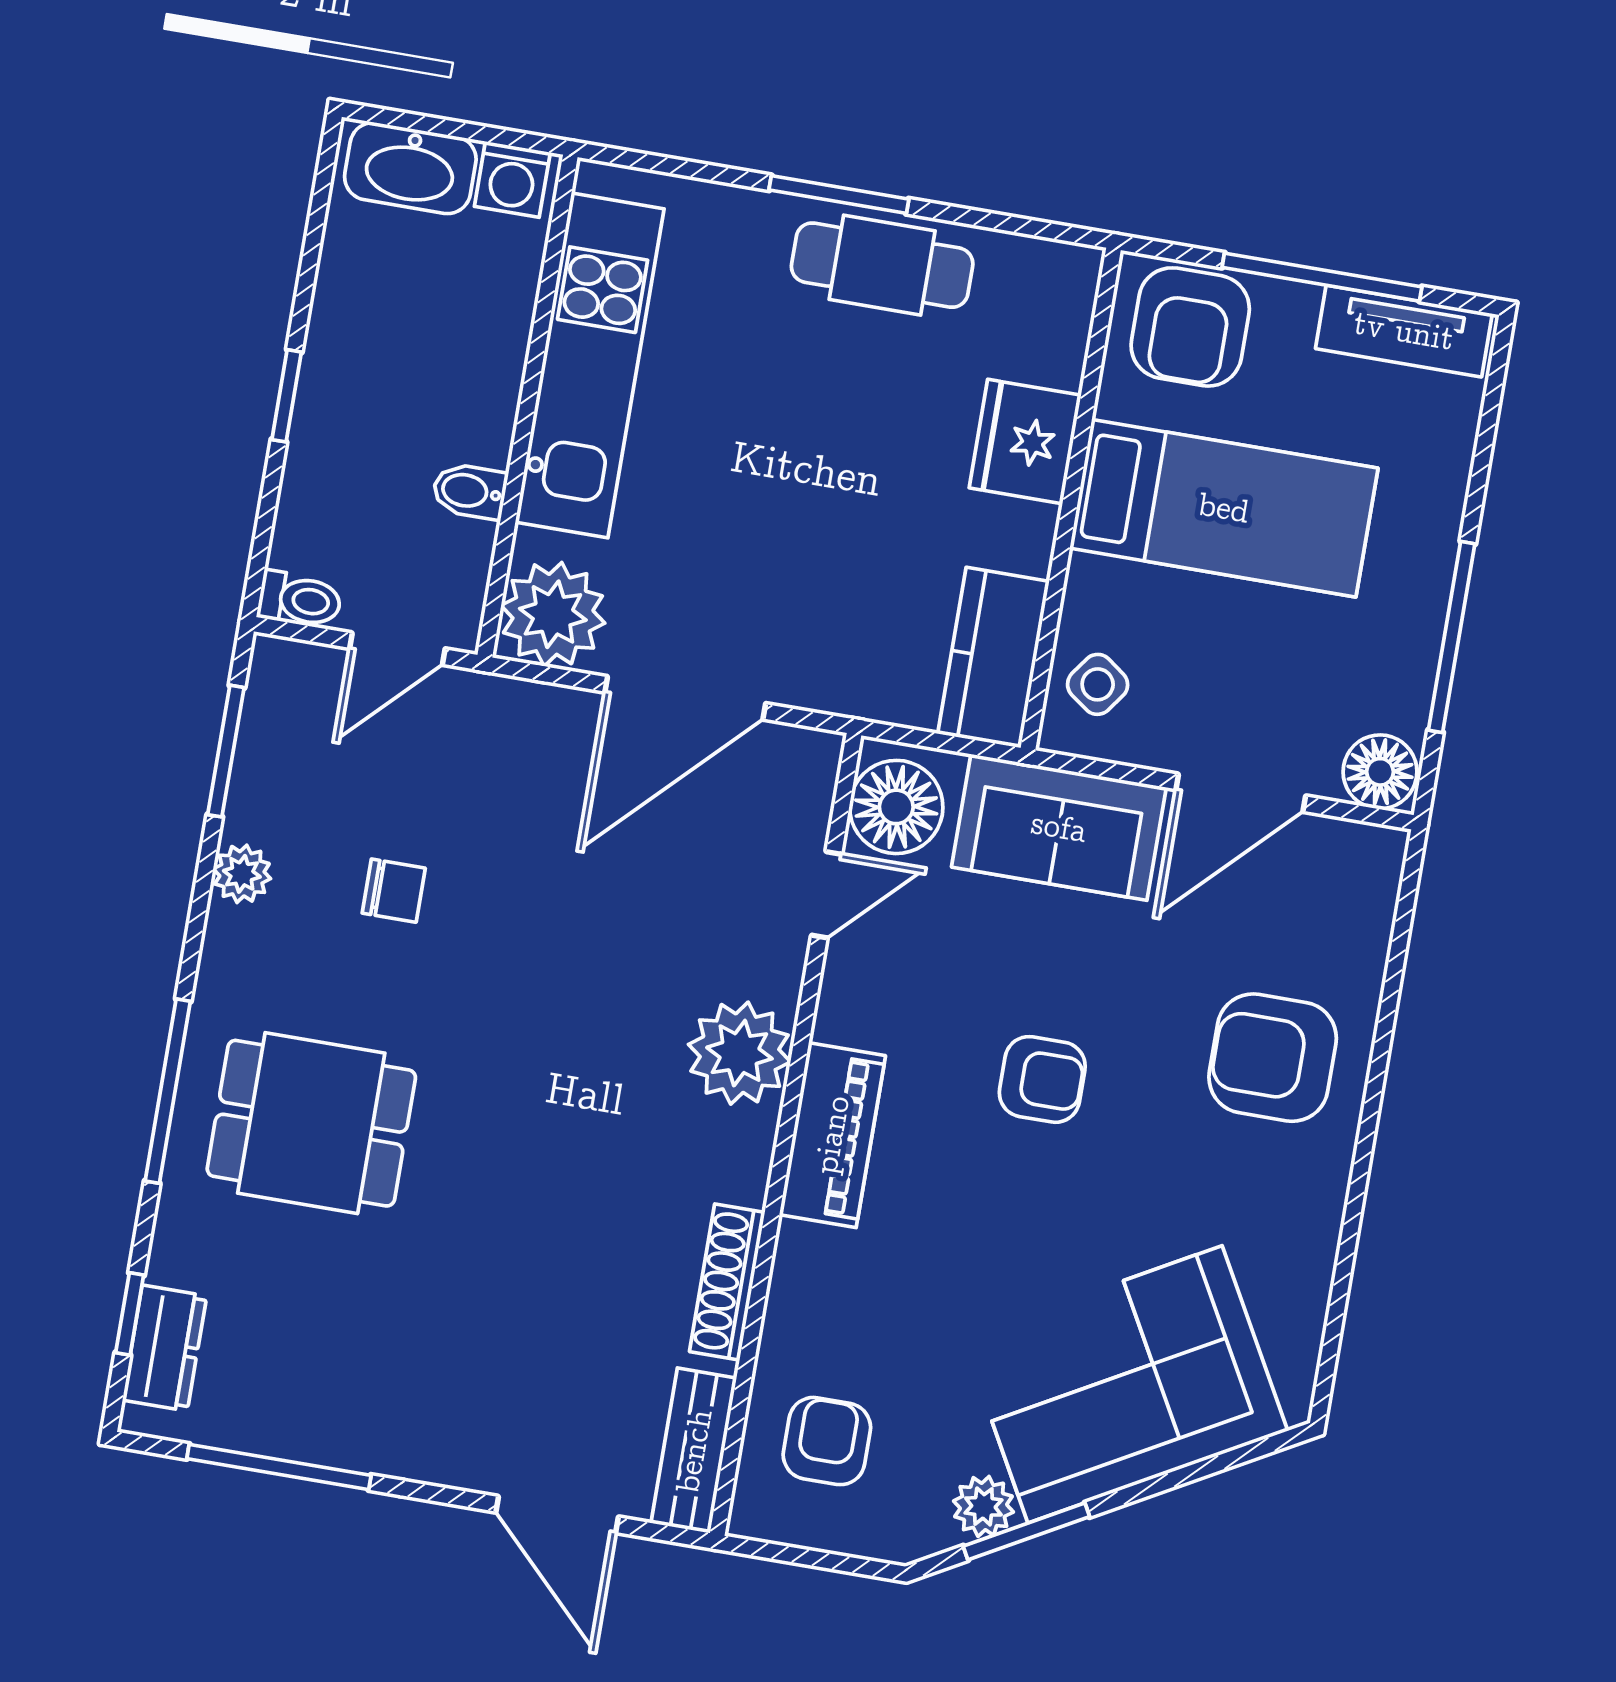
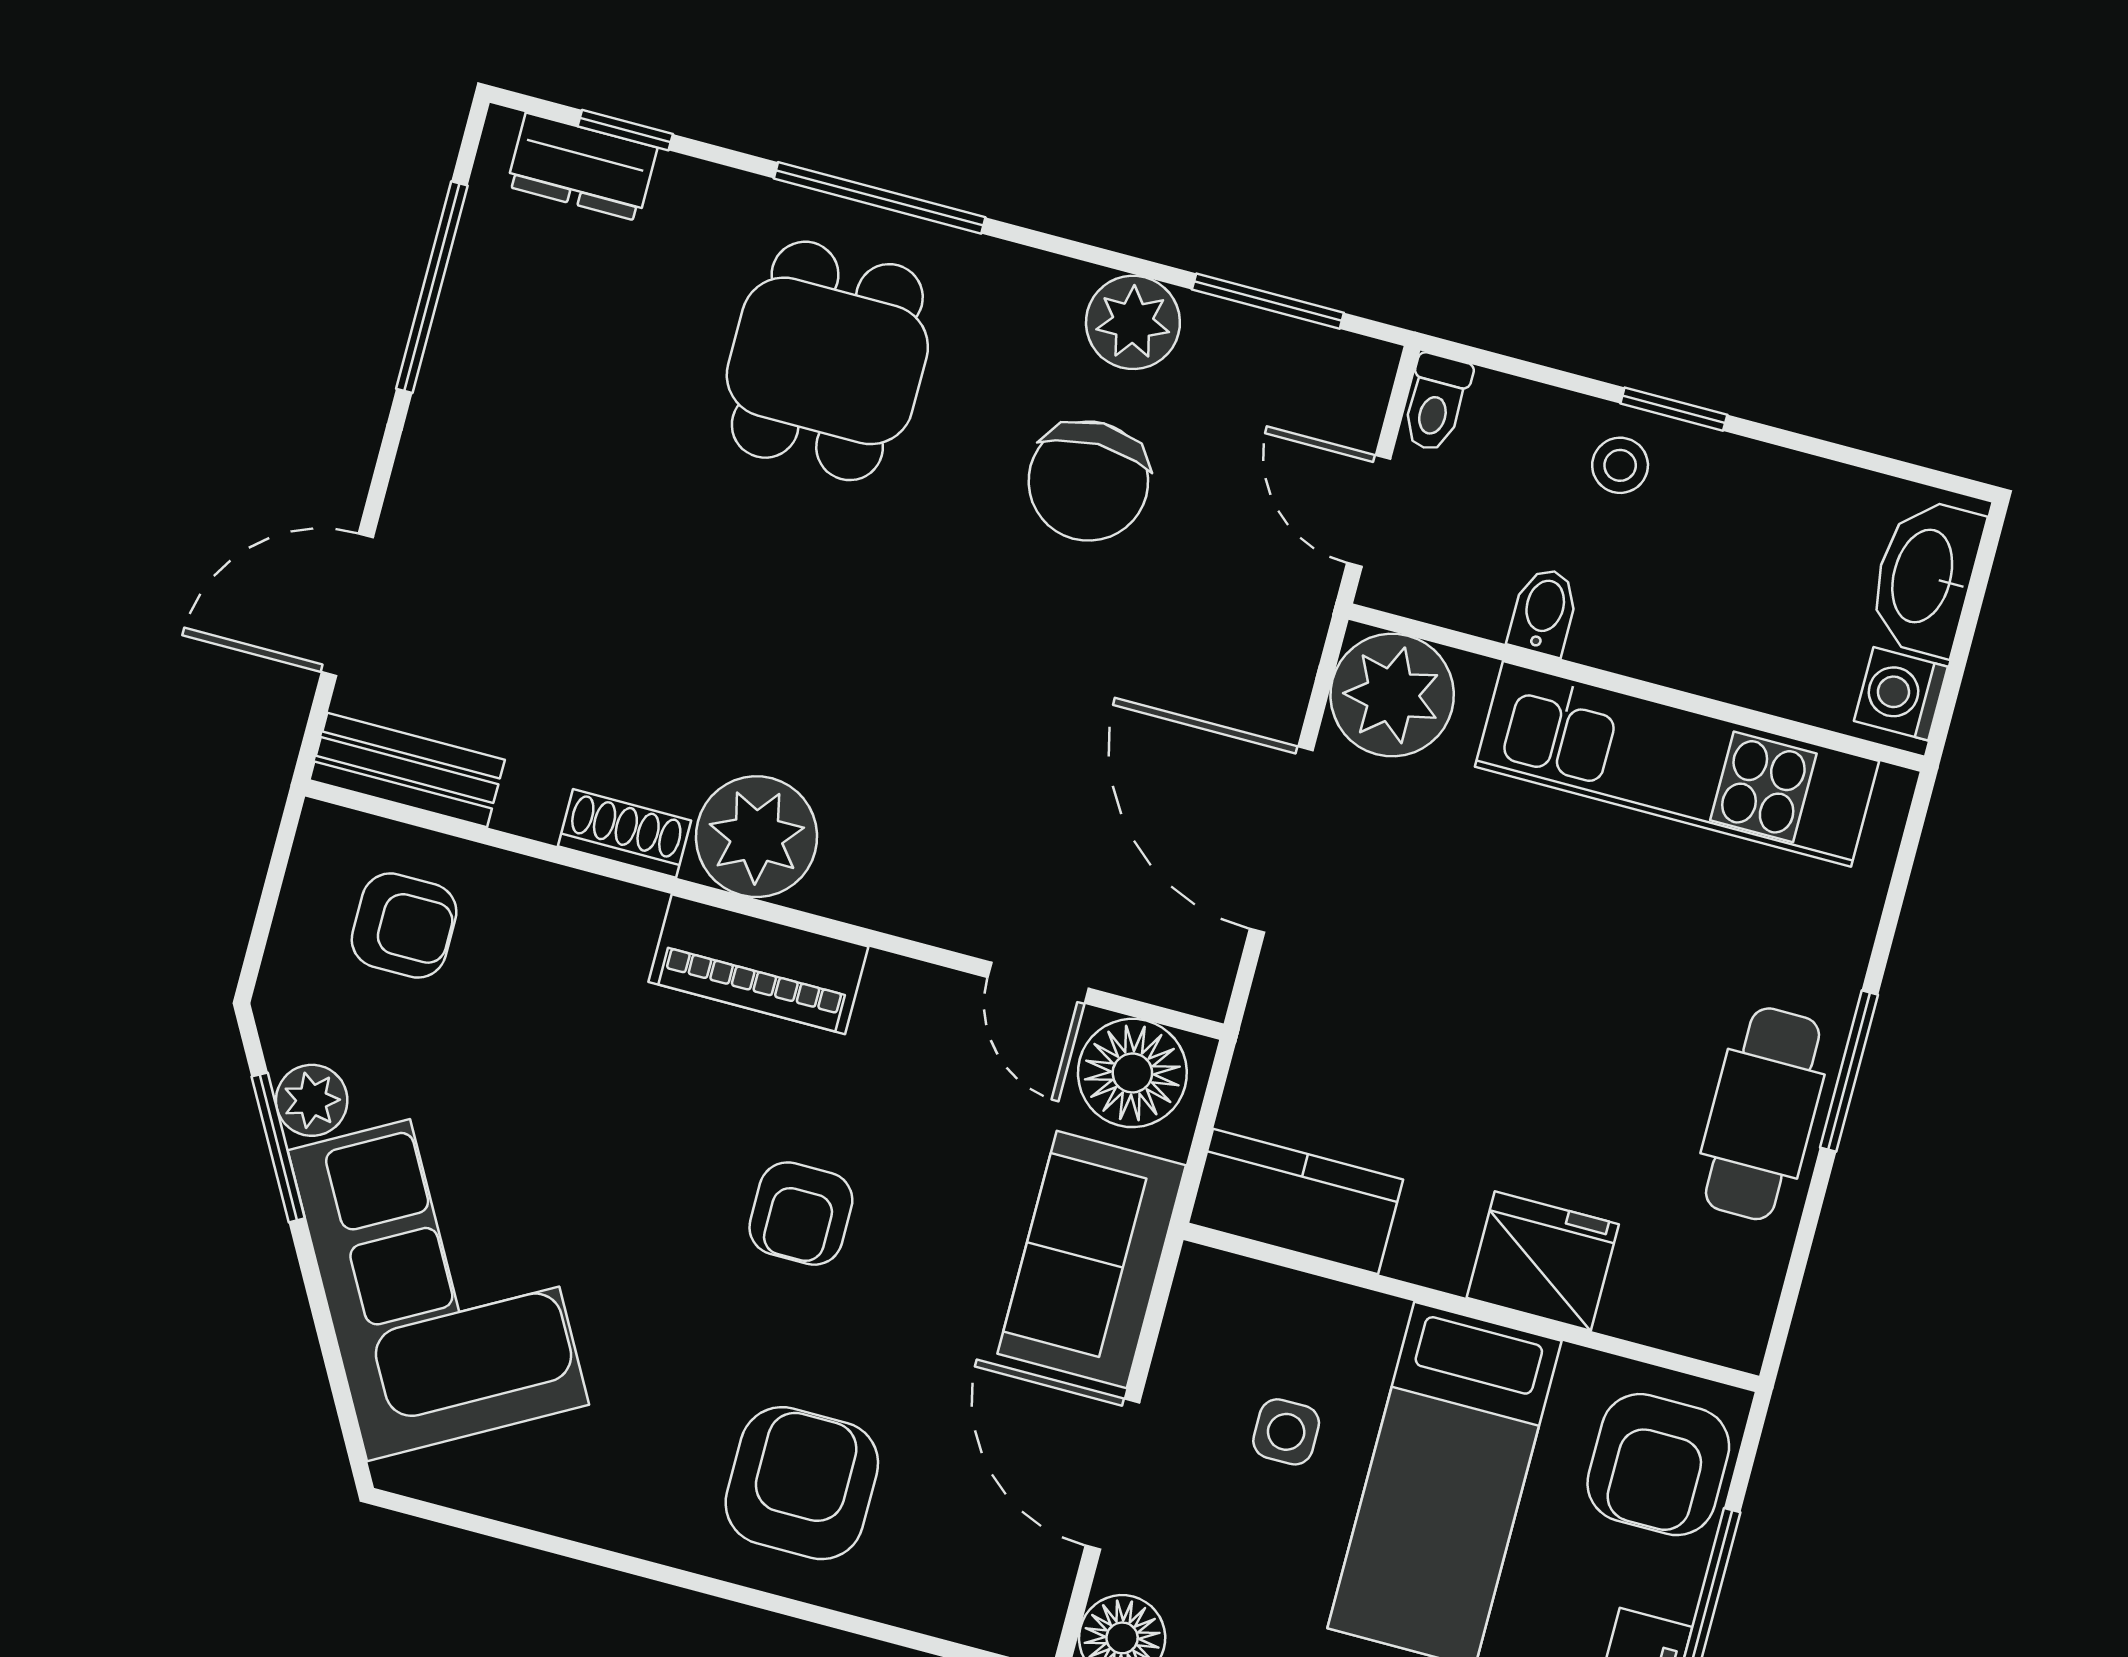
armchair: (1190, 327) -> (1658, 1465), turned -90
stool: (339, 437) -> (1620, 465), added
side table: (1098, 684) -> (1286, 1432), moved, turned -36
plant: (242, 874) -> (1133, 322), width x1.38, depth x1.38
chair: (394, 891) -> (1088, 481), width x1.87, depth x1.87
plant: (739, 1053) -> (756, 837), moved
shoe rack: (727, 1282) -> (624, 833), width x0.70

